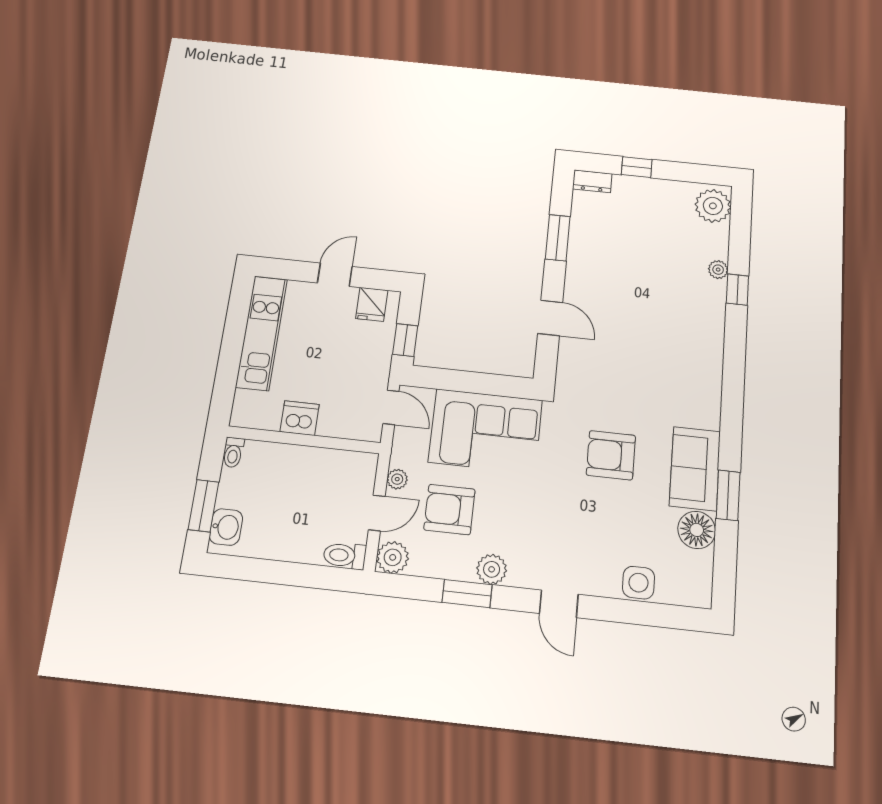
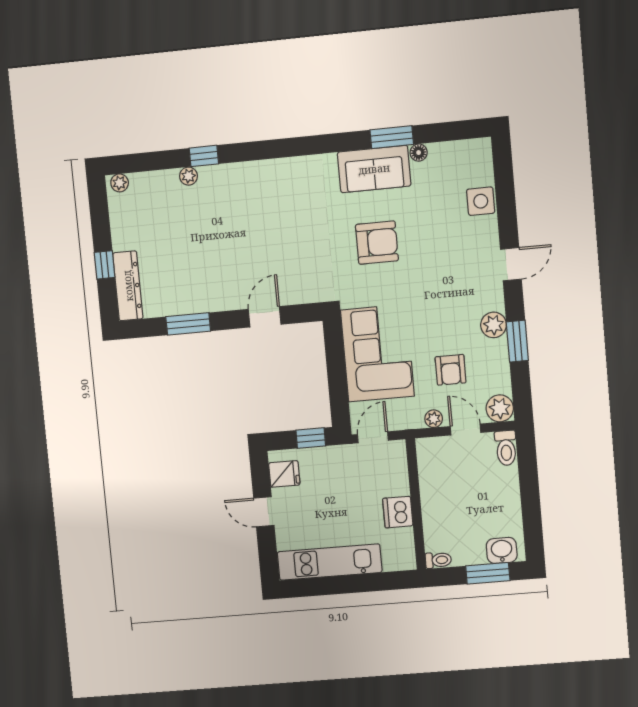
dresser: (592, 181) -> (128, 286), width x1.96, depth x1.24
plant: (713, 206) -> (120, 183), width x0.53, depth x0.53
armchair: (611, 455) -> (377, 243), turned -90
armchair: (449, 509) -> (451, 370), width x0.72, depth x0.72
floor lamp: (697, 530) -> (419, 153), width x0.53, depth x0.53

